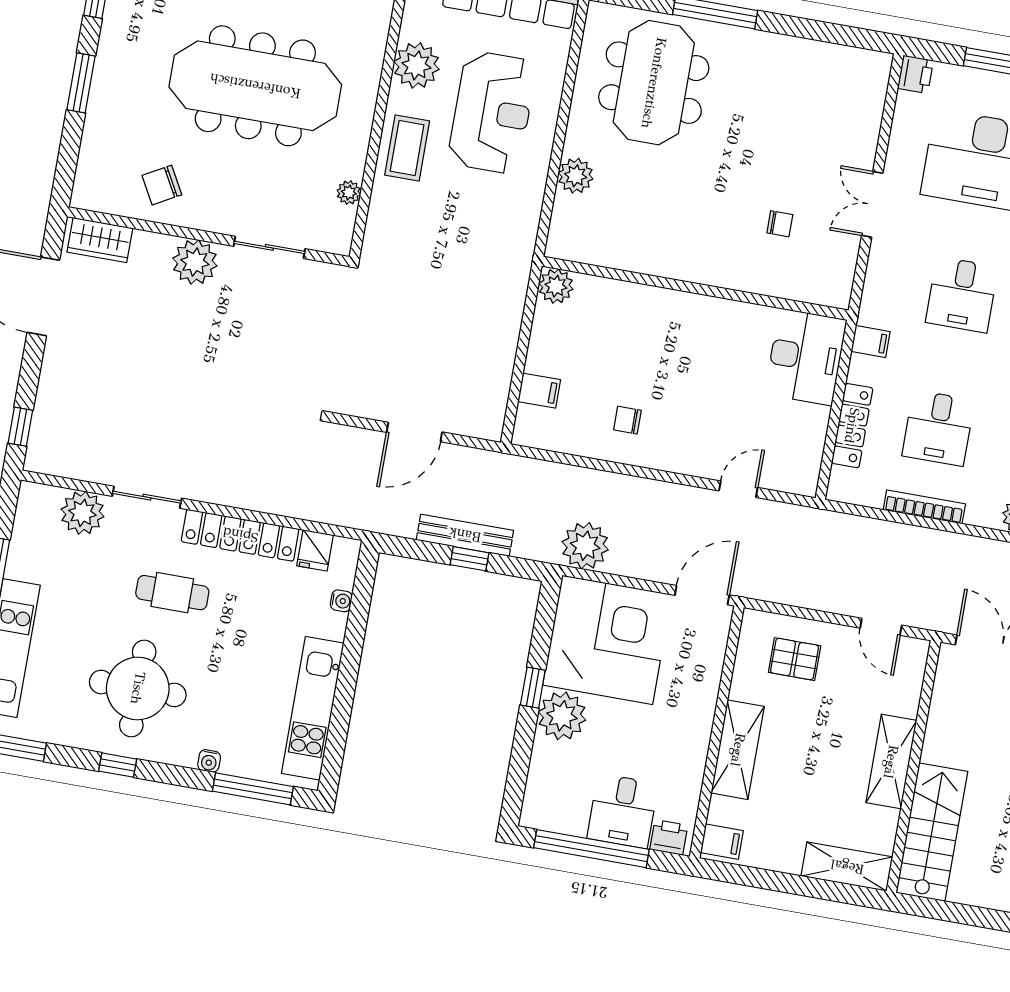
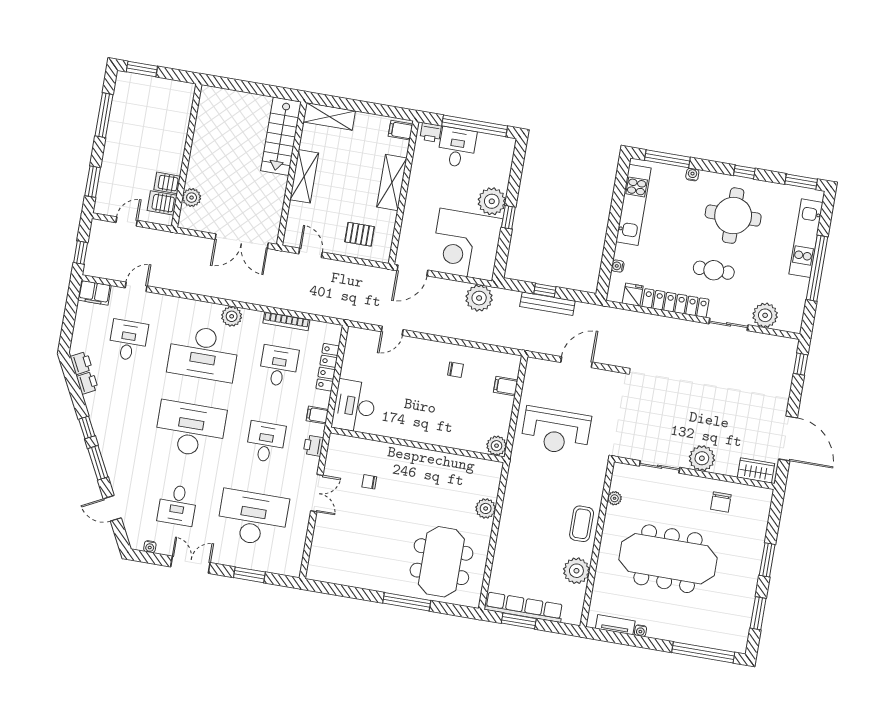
printer: (915, 74) -> (313, 446), moved
reception desk: (492, 112) -> (556, 431), moved, turned -90
chair: (162, 185) -> (721, 502), turned 119

